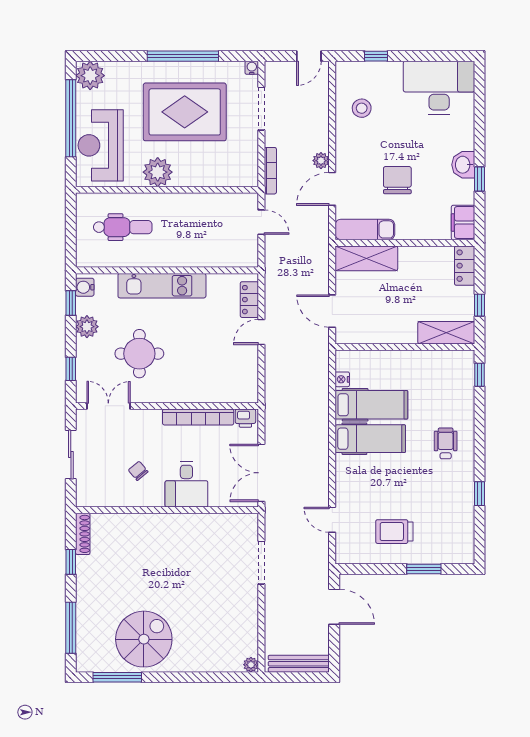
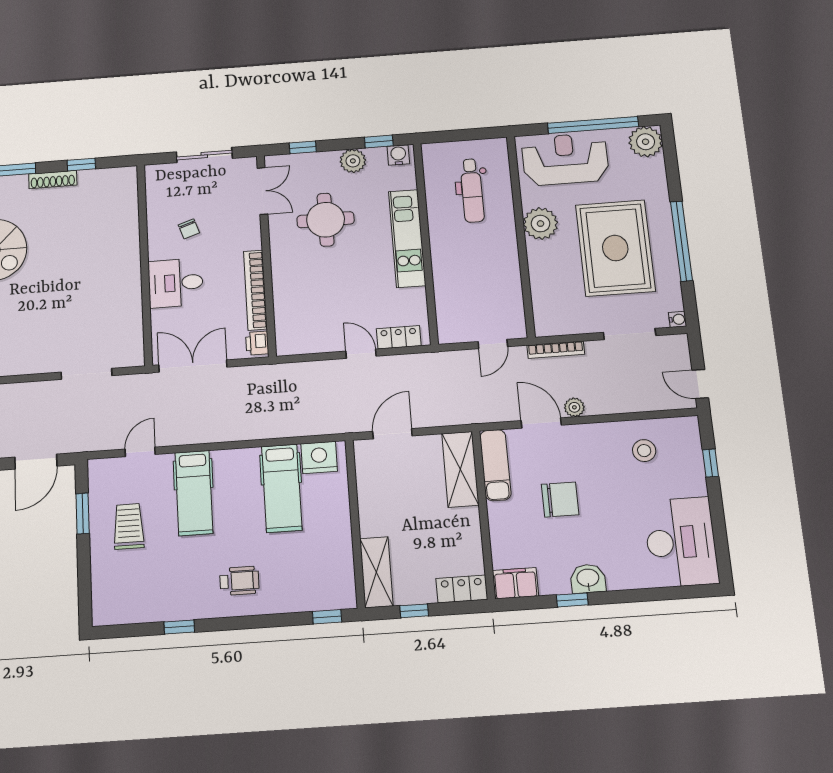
nightstand: (342, 379) -> (319, 457), width x1.89, depth x1.79
hospital bed: (370, 439) -> (194, 493), moved
chair: (138, 471) -> (189, 229), turned 111
shoe rack: (83, 534) -> (53, 180), moved
window: (424, 569) -> (83, 513), moved

